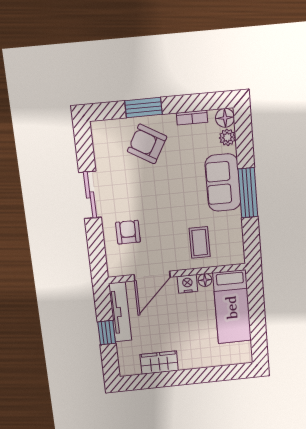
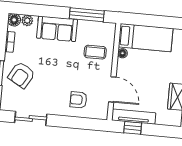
window: (248, 193) -> (87, 15), moved
sliding door: (90, 195) -> (31, 118), moved
nightstand: (187, 284) -> (123, 66), removed
window: (107, 333) -> (133, 128), moved

